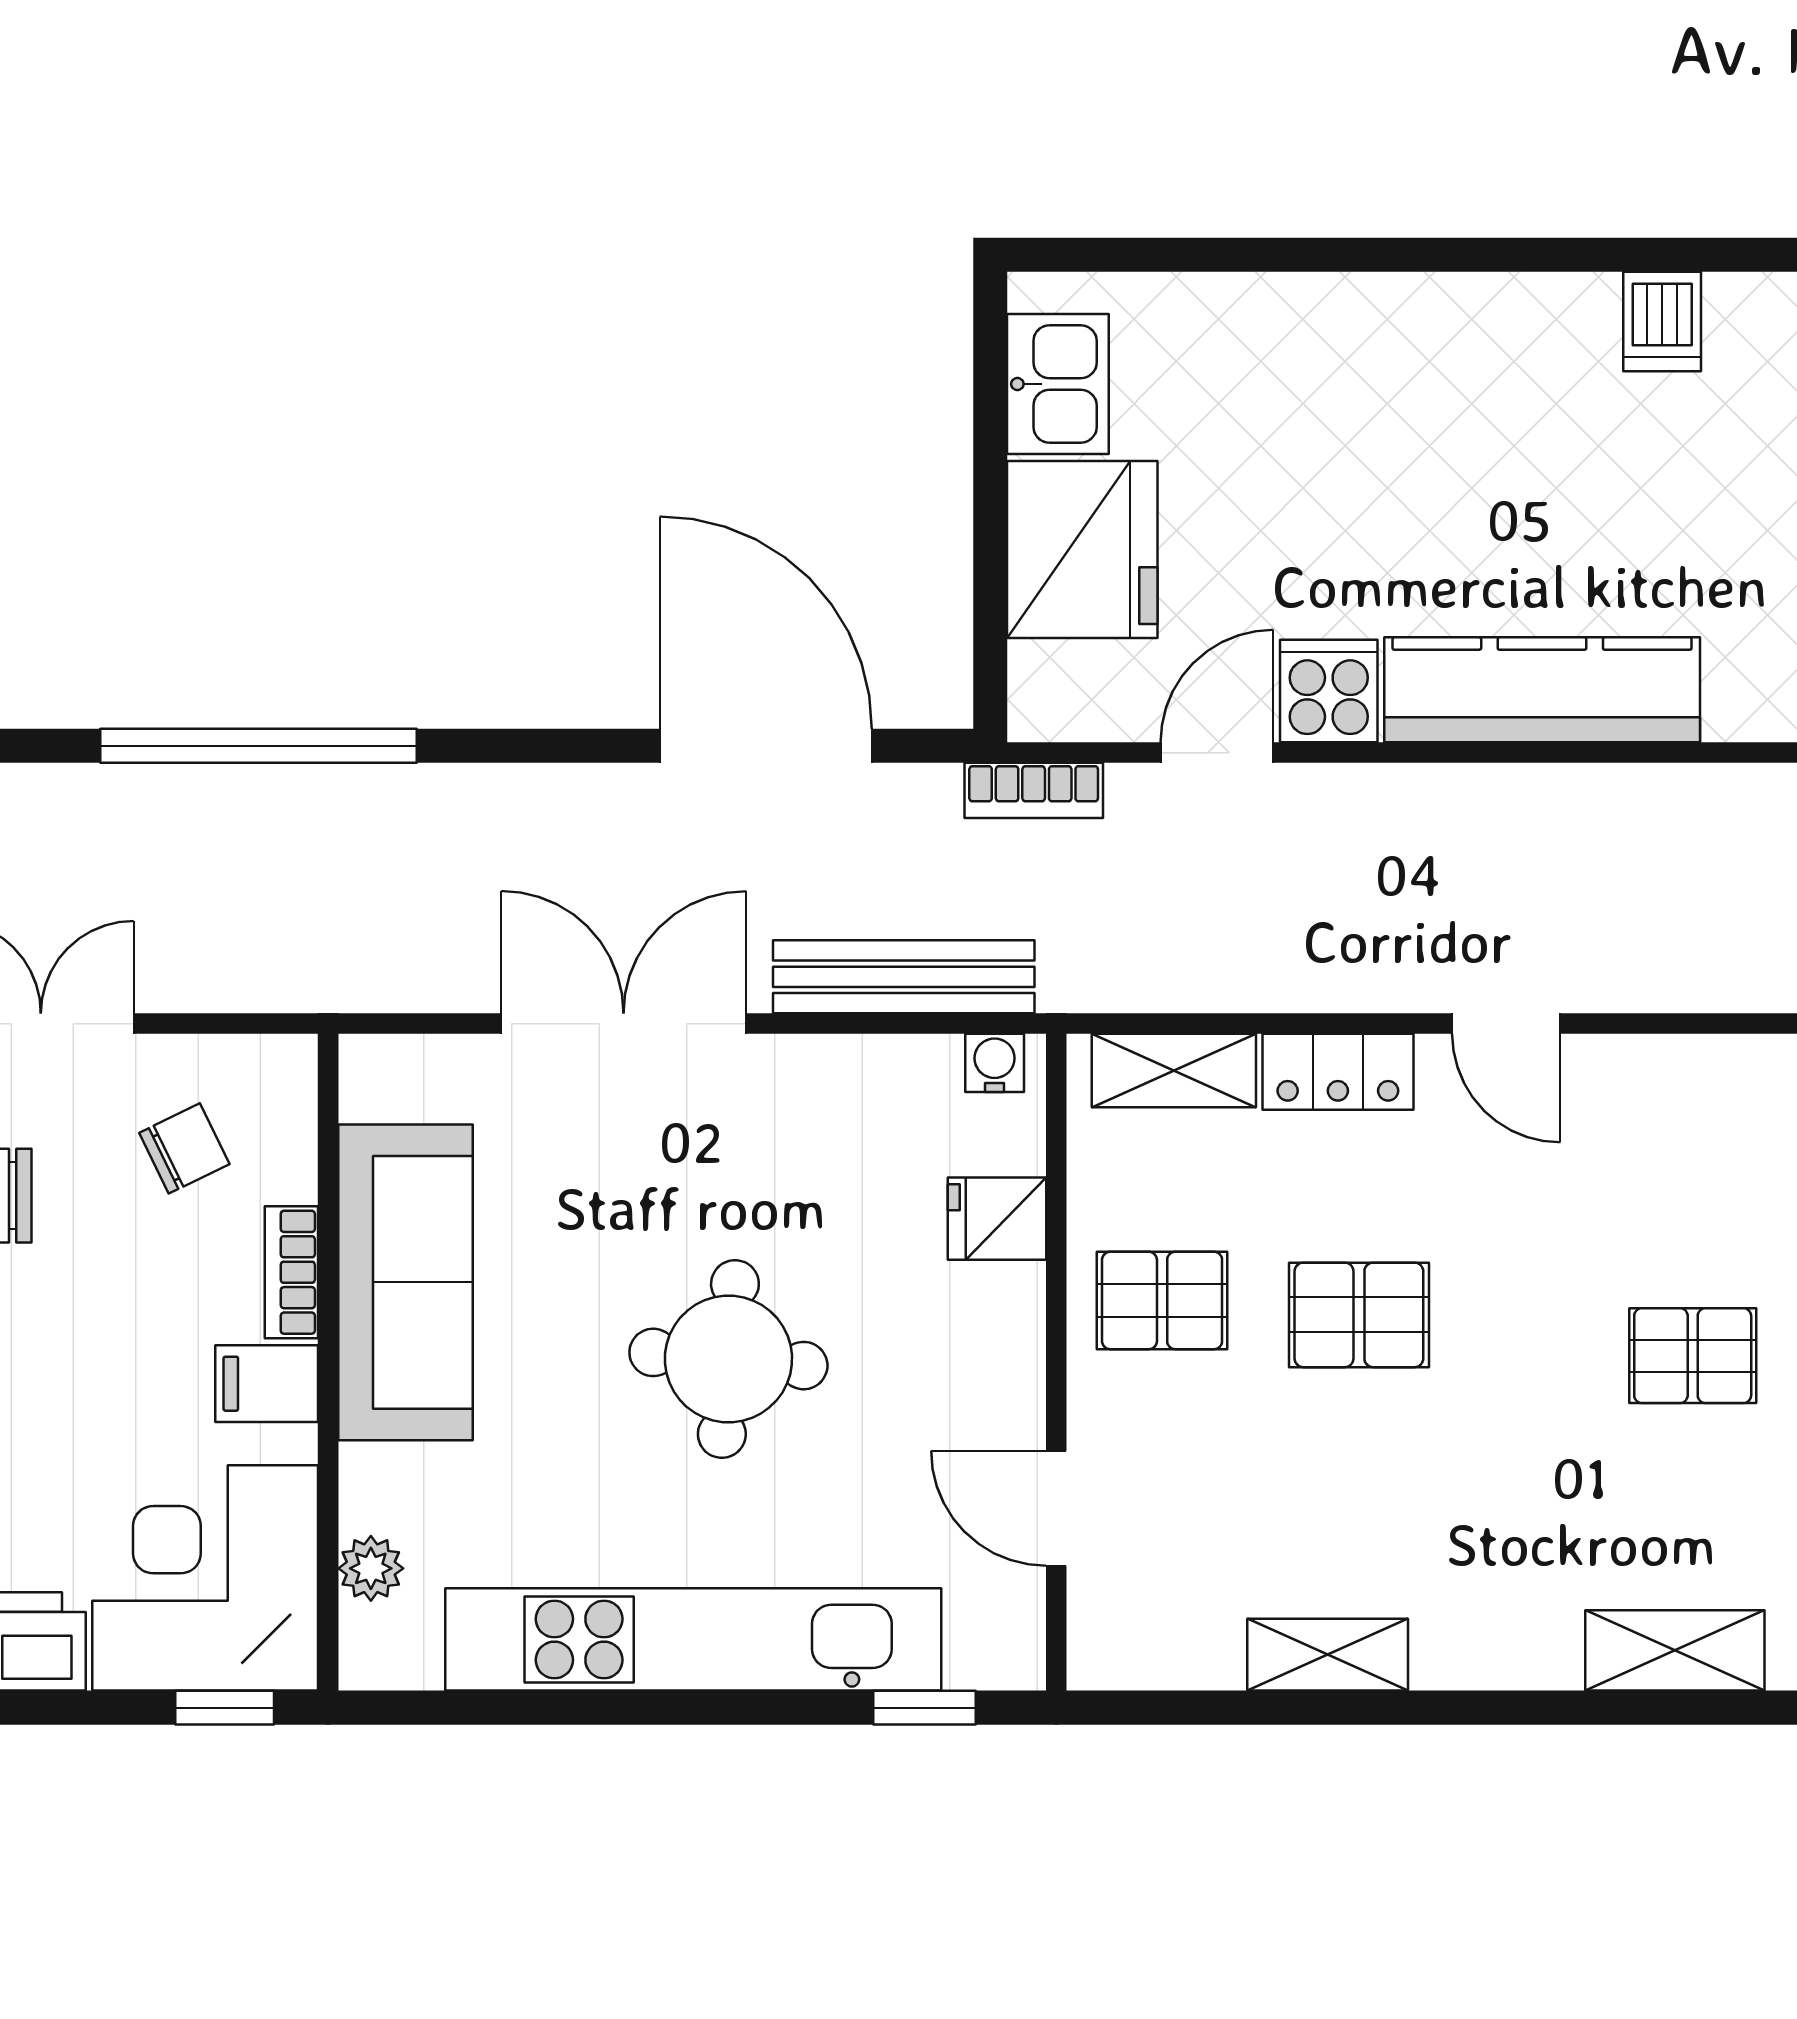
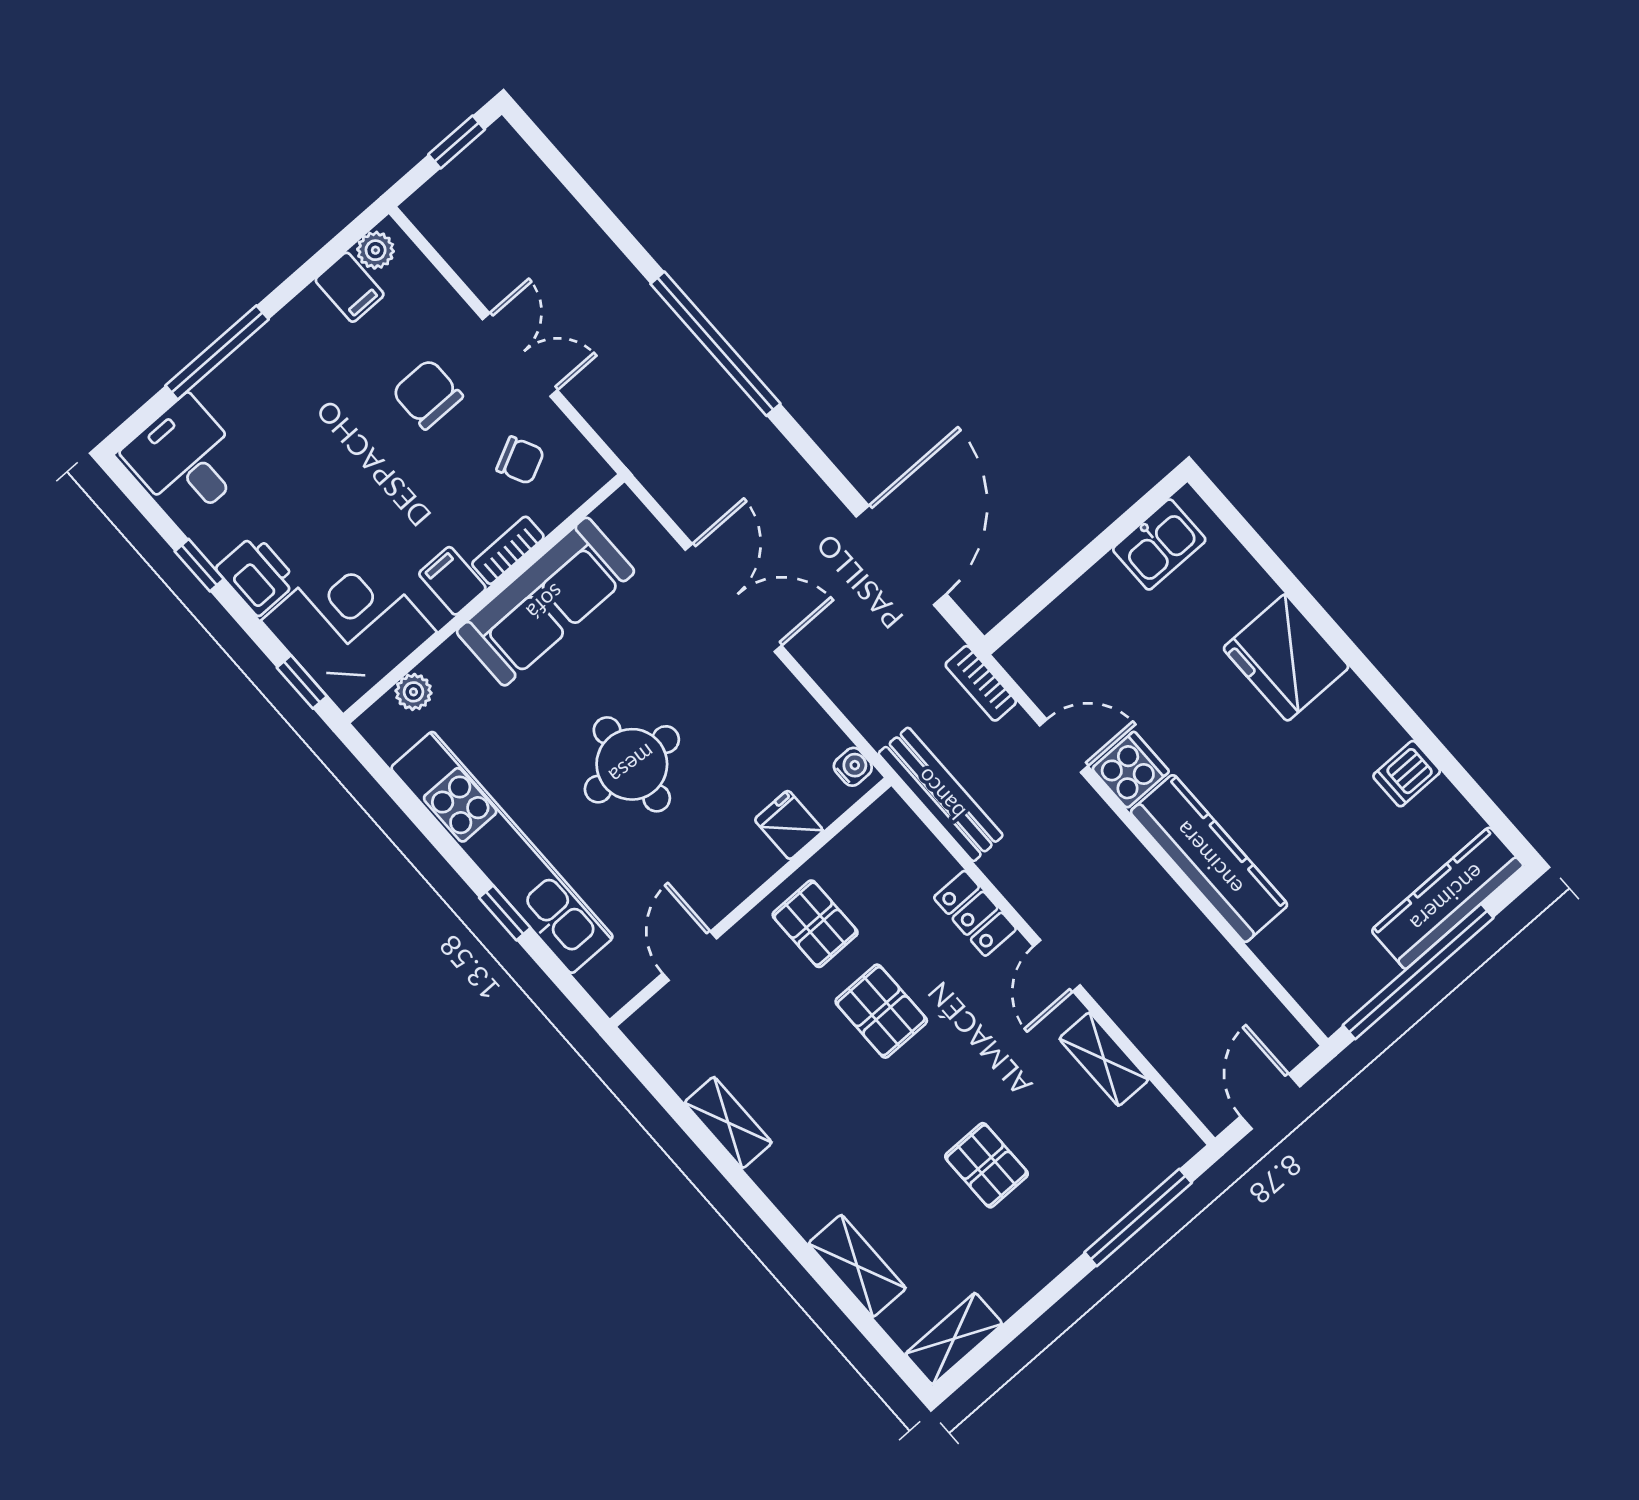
fridge: (1082, 549) -> (1286, 658), moved, turned 90
bench: (904, 977) -> (941, 794), moved
shelving: (1174, 1071) -> (1104, 1059), moved
window: (924, 1708) -> (505, 913), moved

